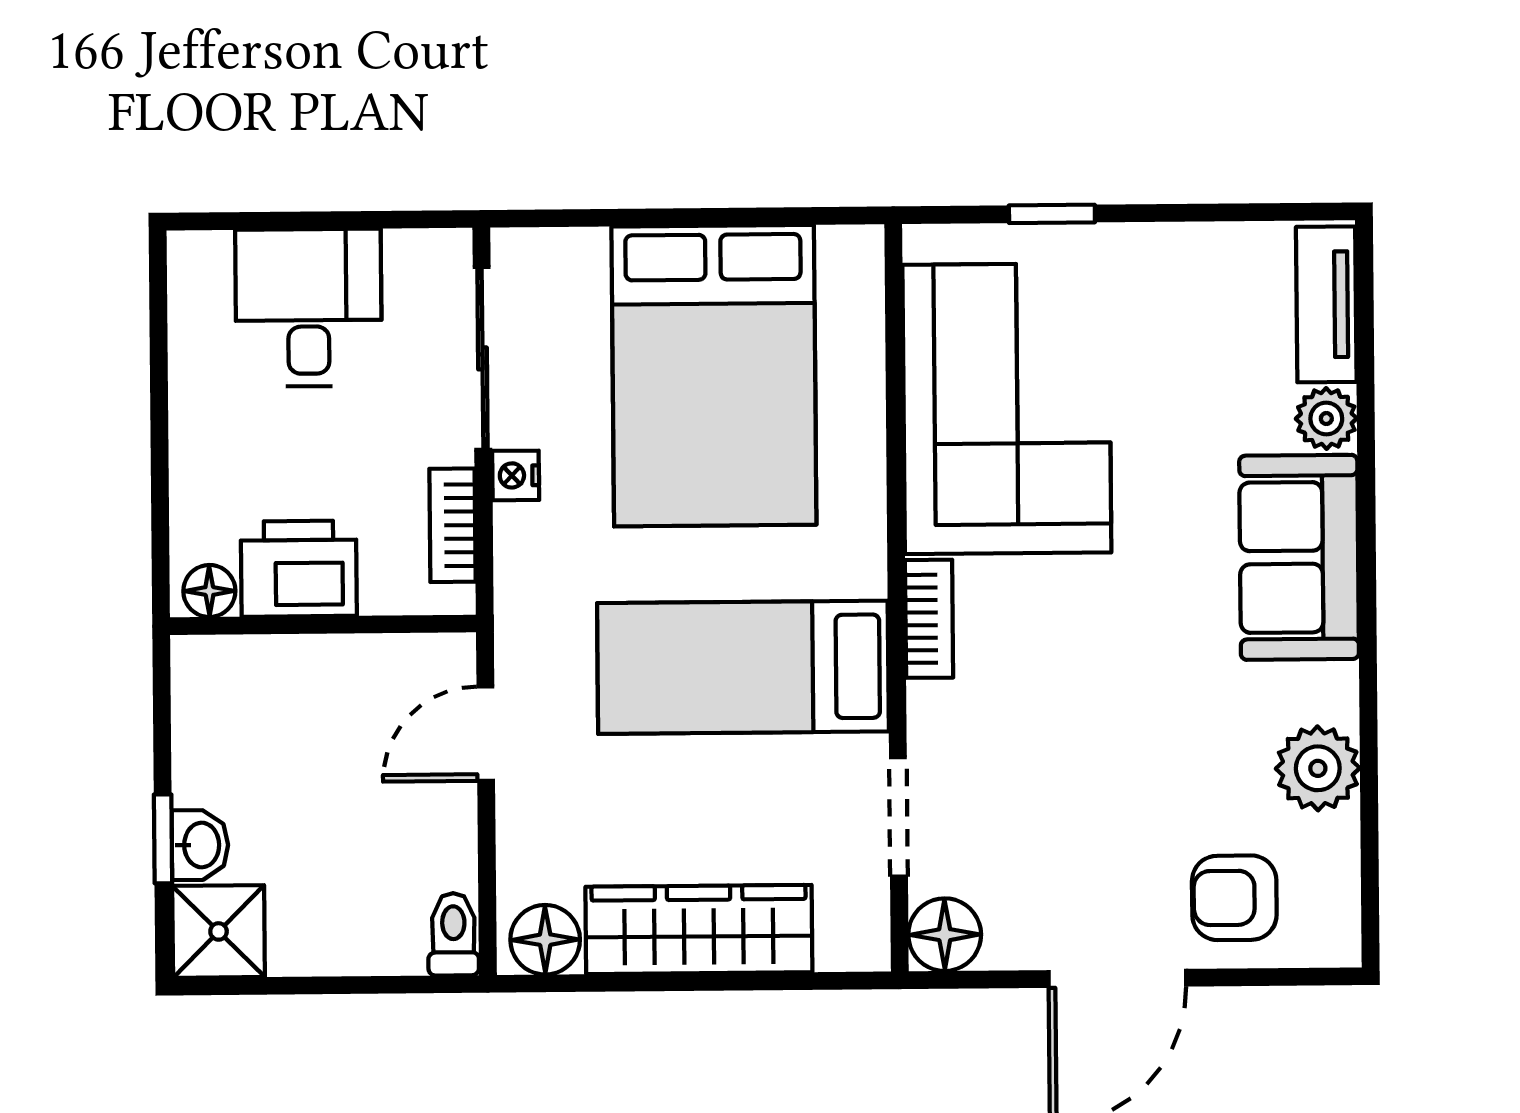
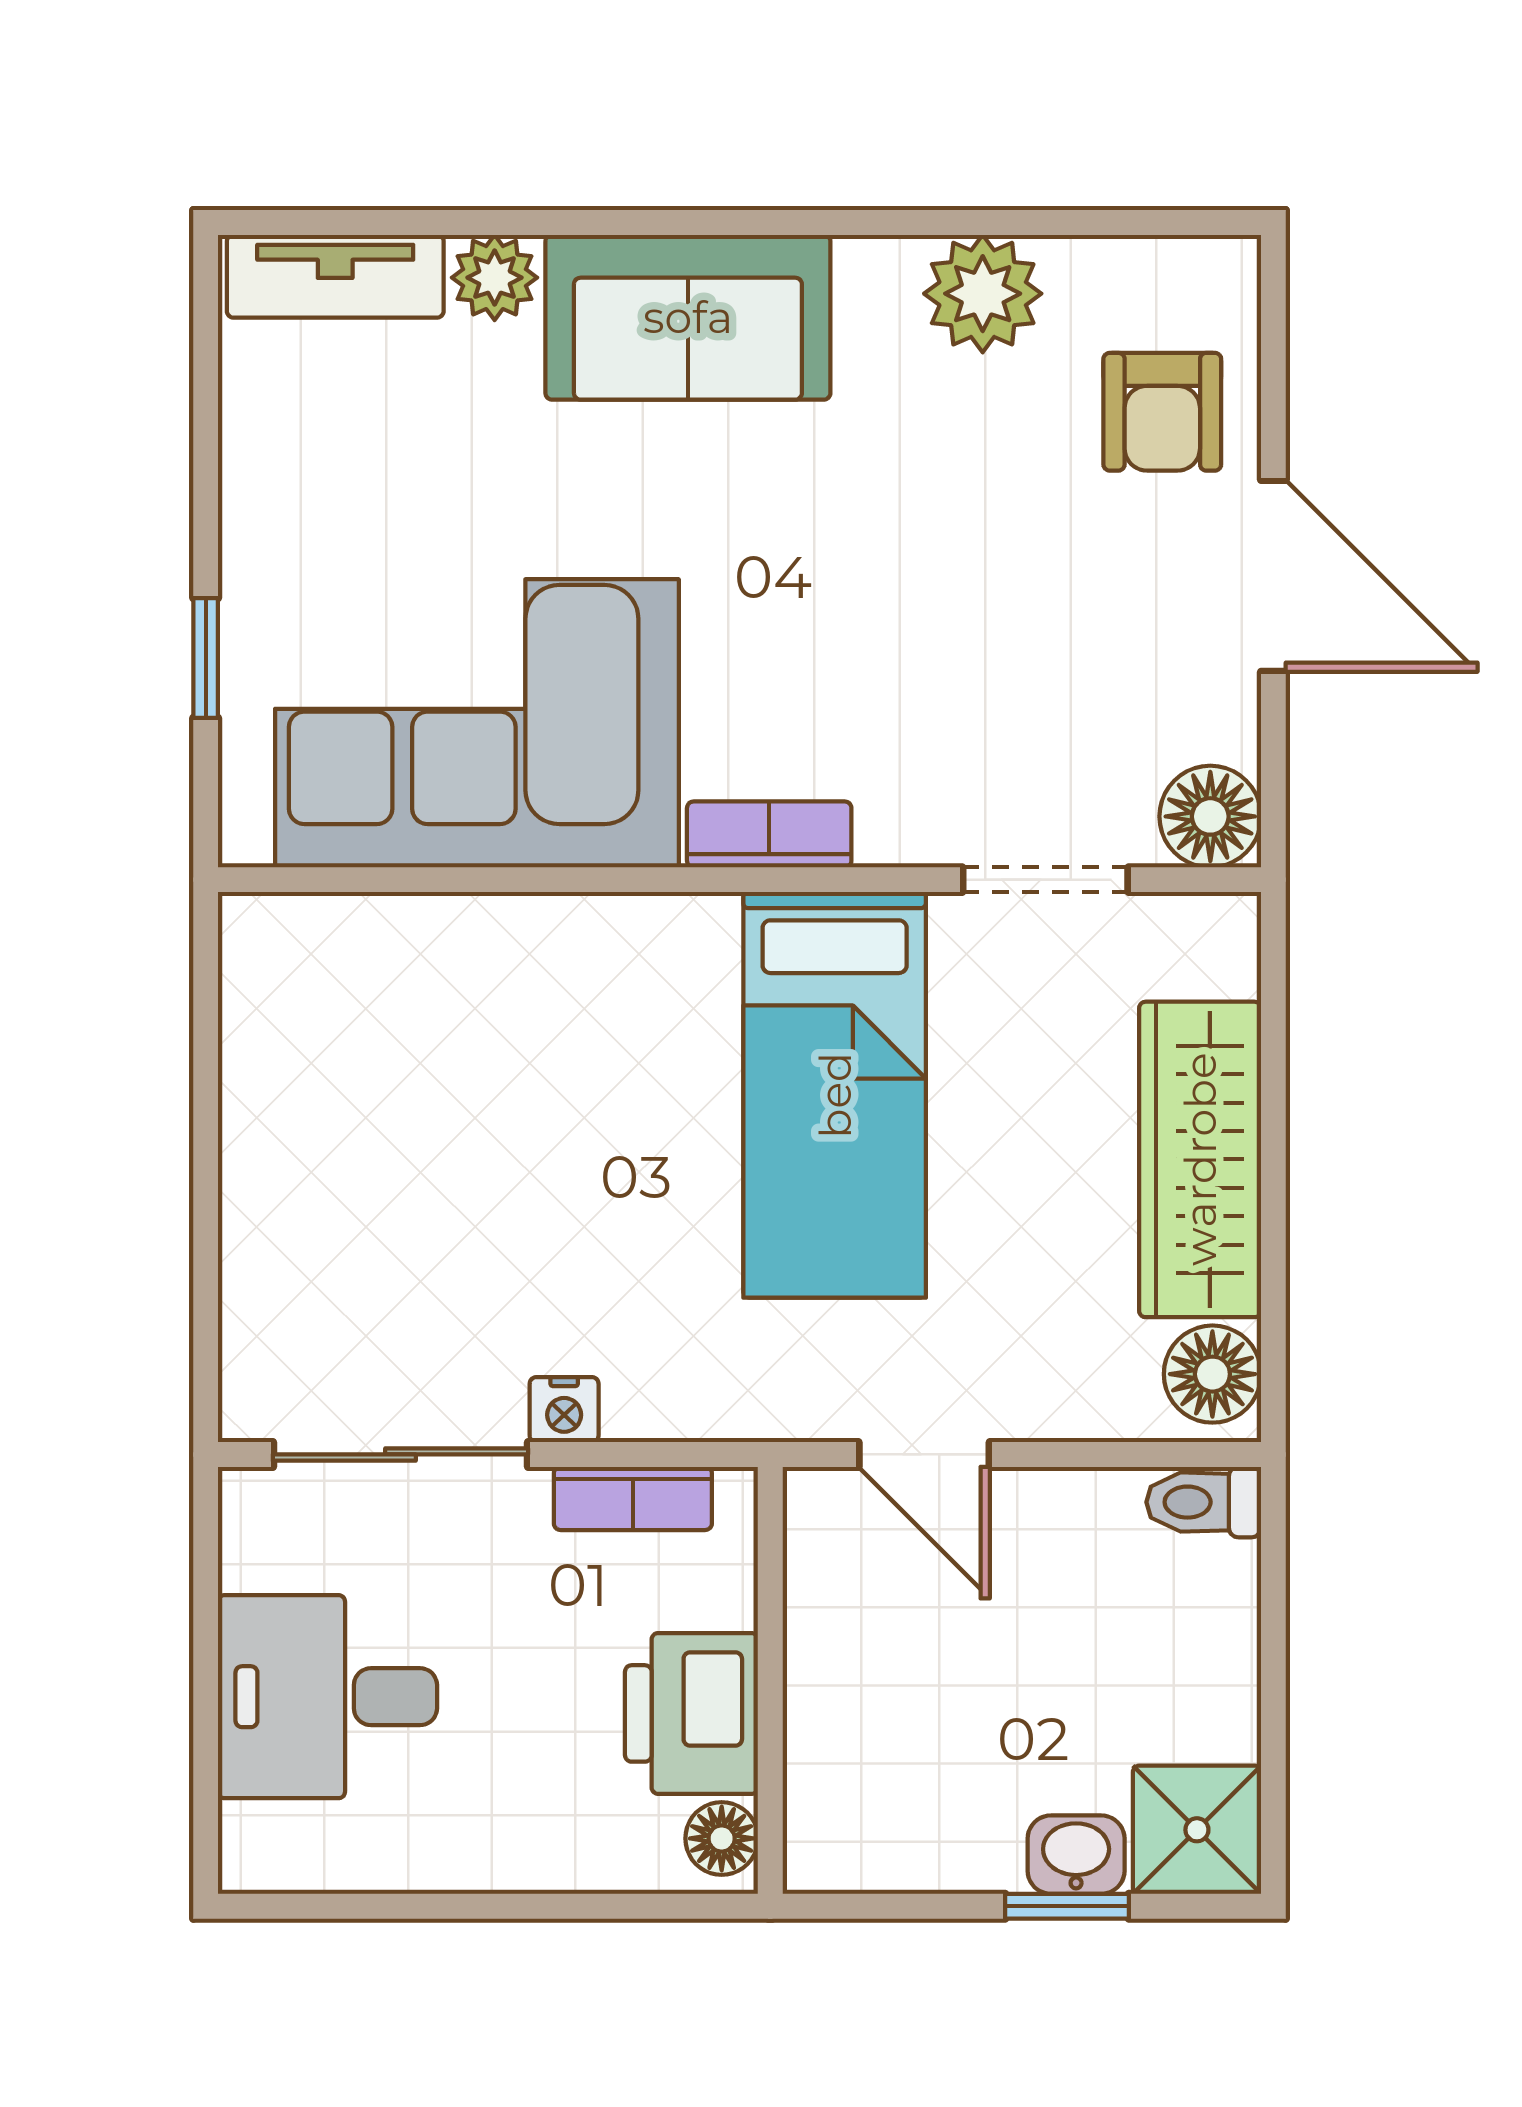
bed: (714, 376) -> (427, 1132), removed

